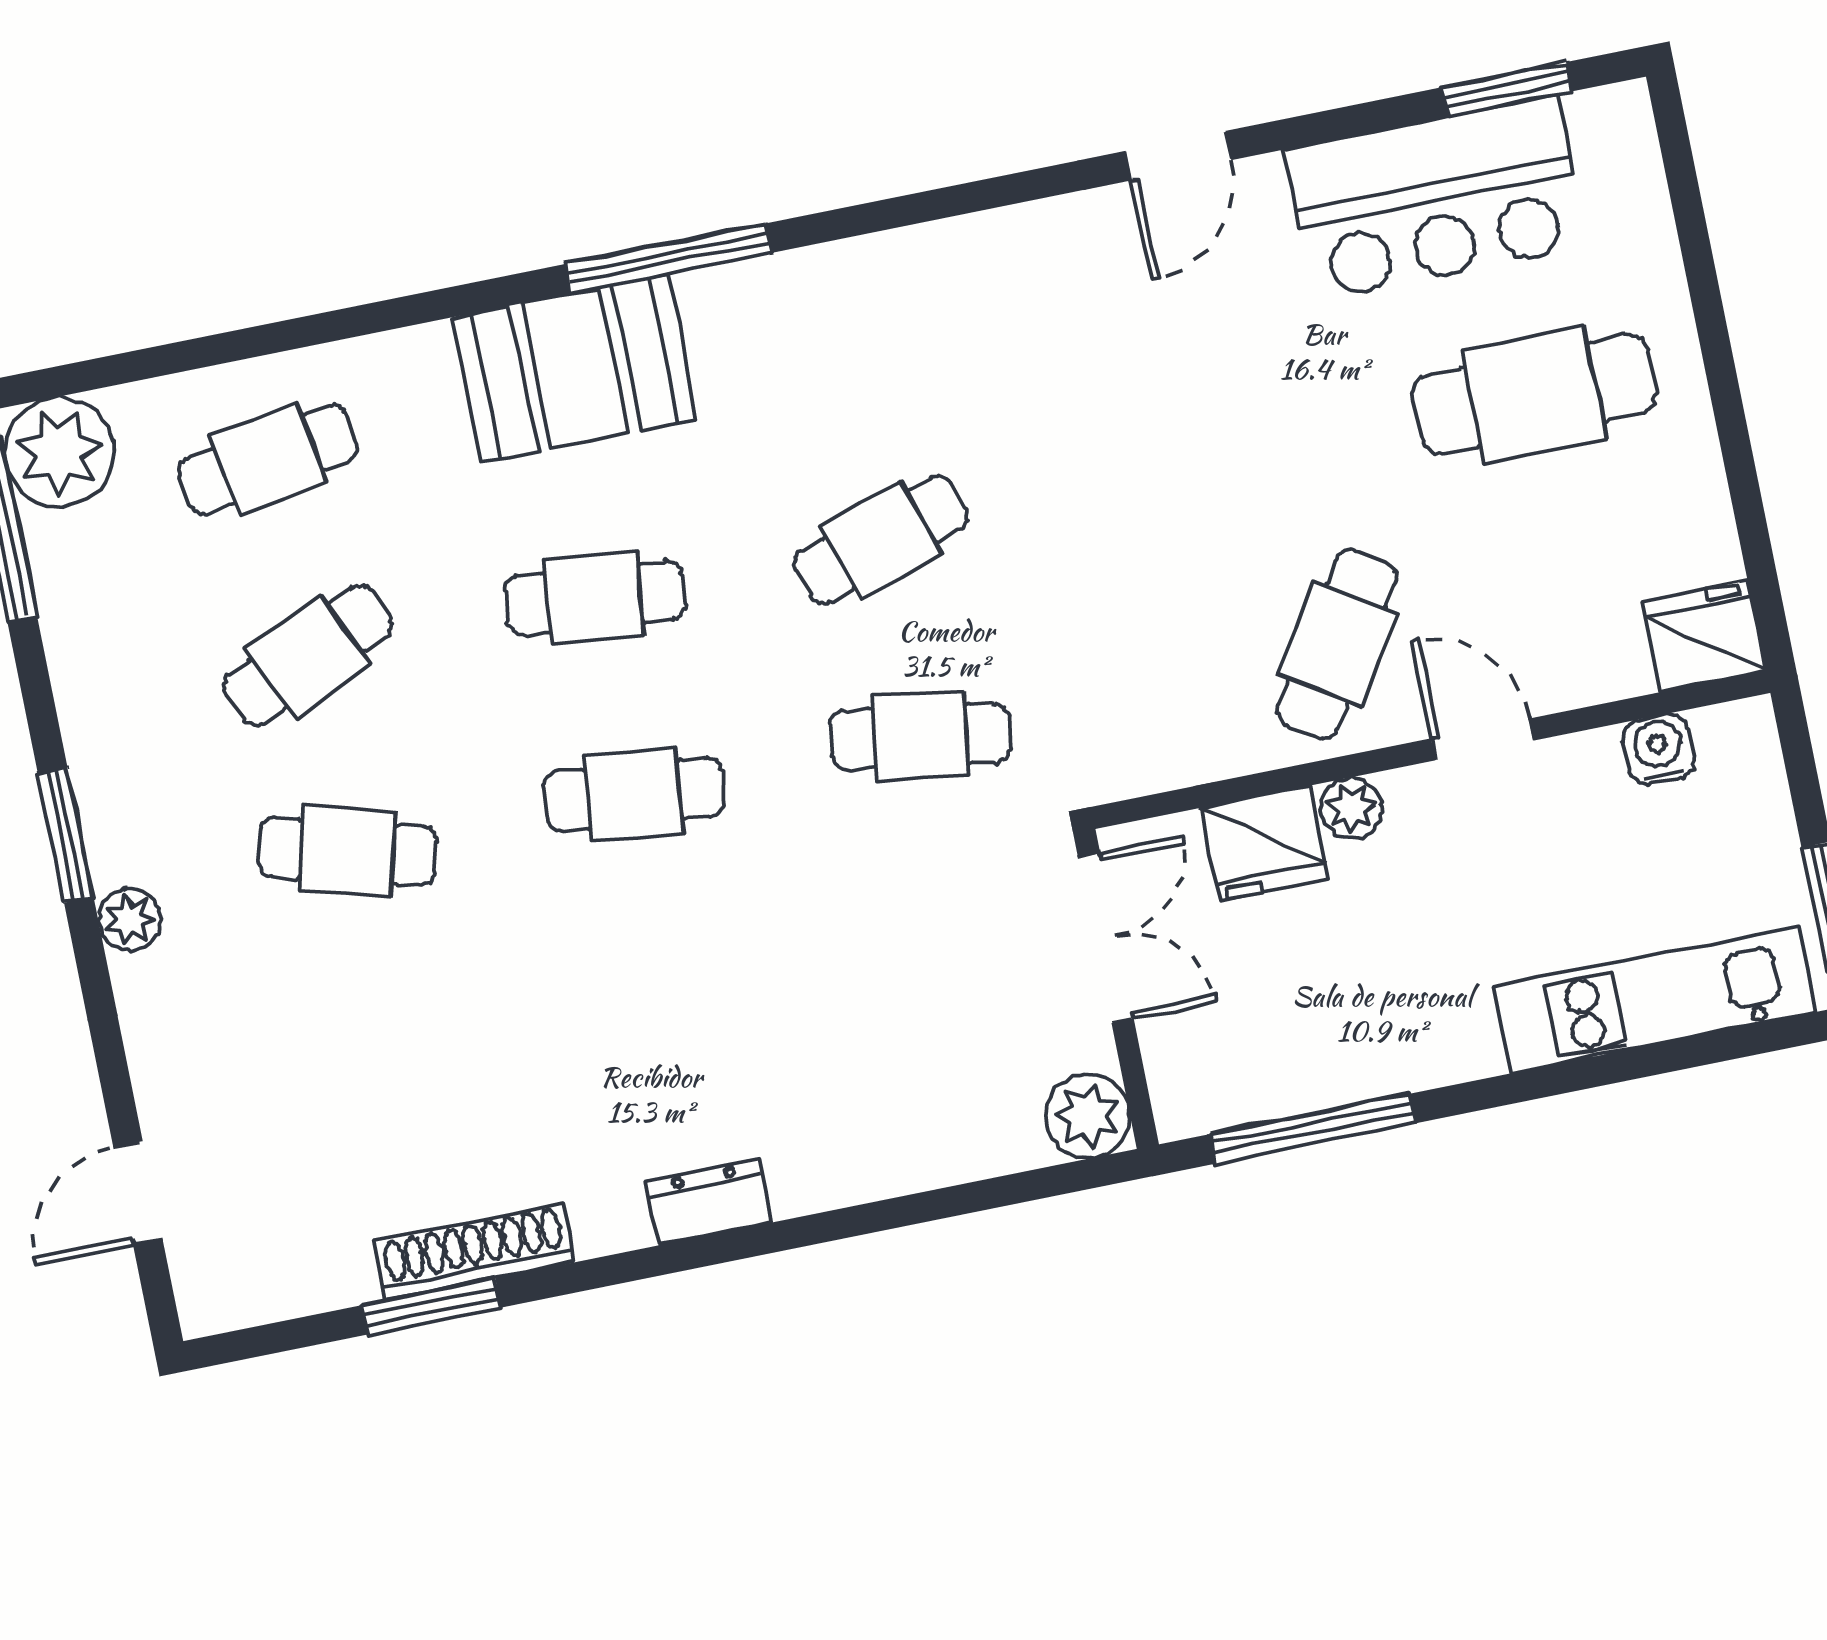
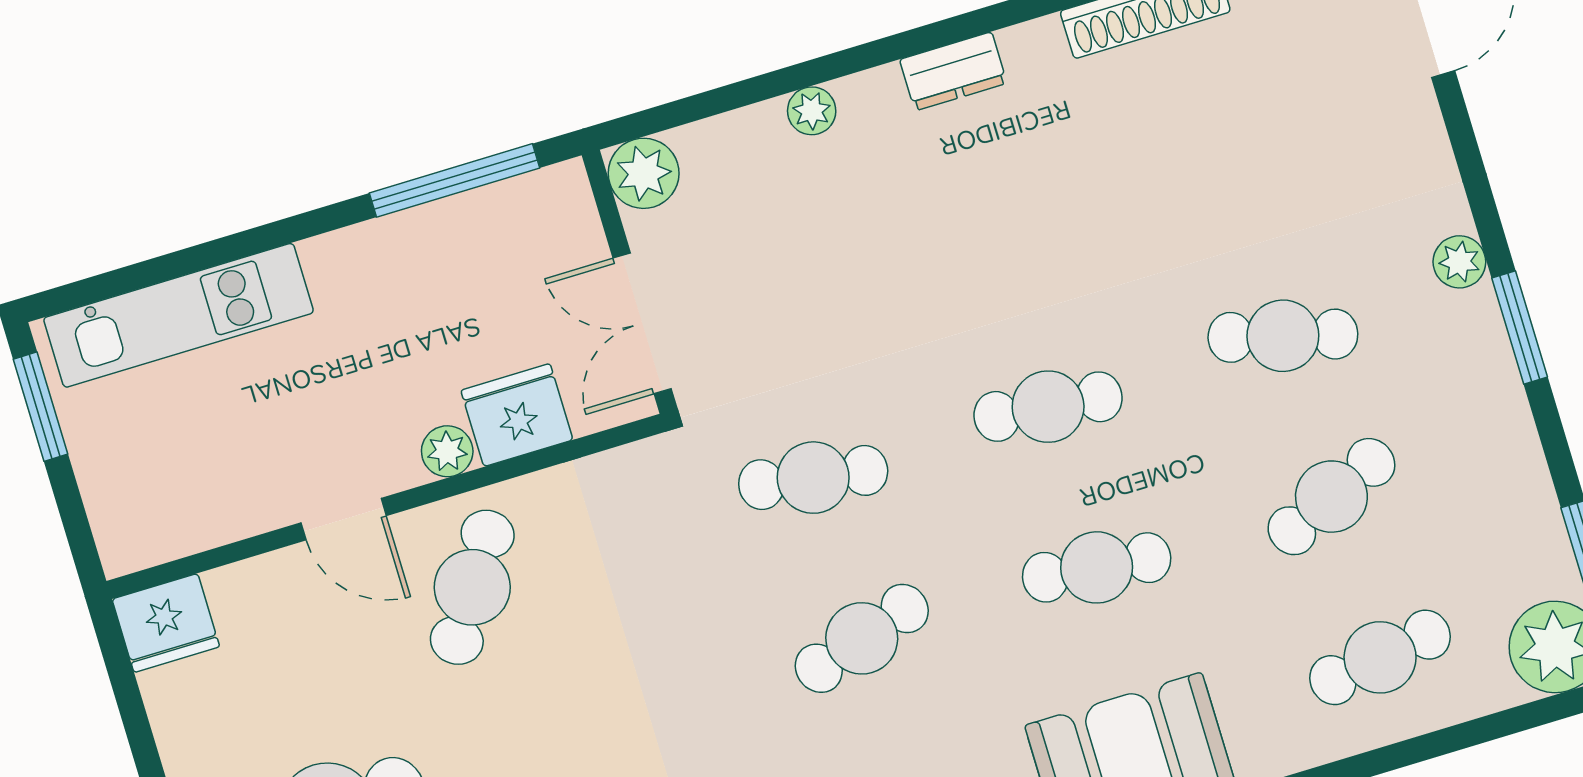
water cooler: (1658, 749) -> (195, 525), removed
plant: (881, 1171) -> (812, 111), added

